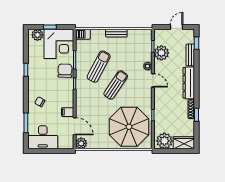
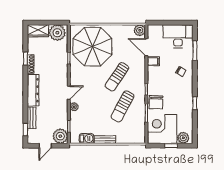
barbecue: (83, 34) -> (87, 138), moved
plant: (161, 53) -> (60, 136), moved
door: (153, 80) -> (69, 93), swing flipped
sun lounger: (116, 85) -> (117, 77), moved

